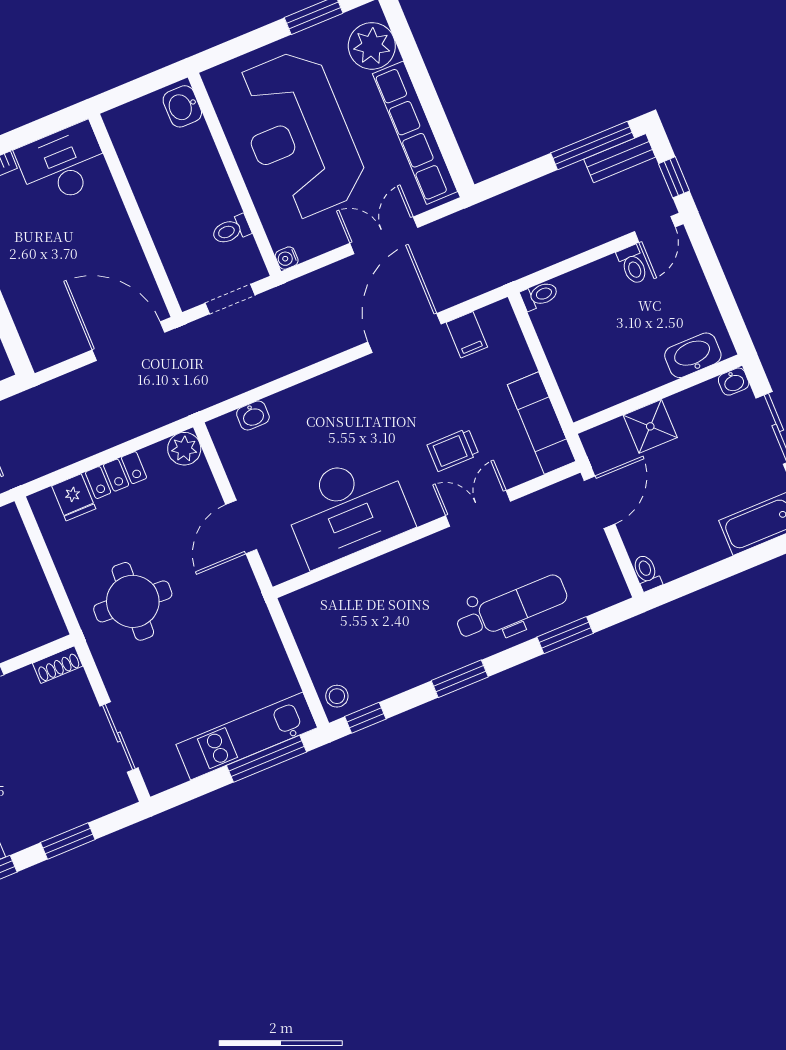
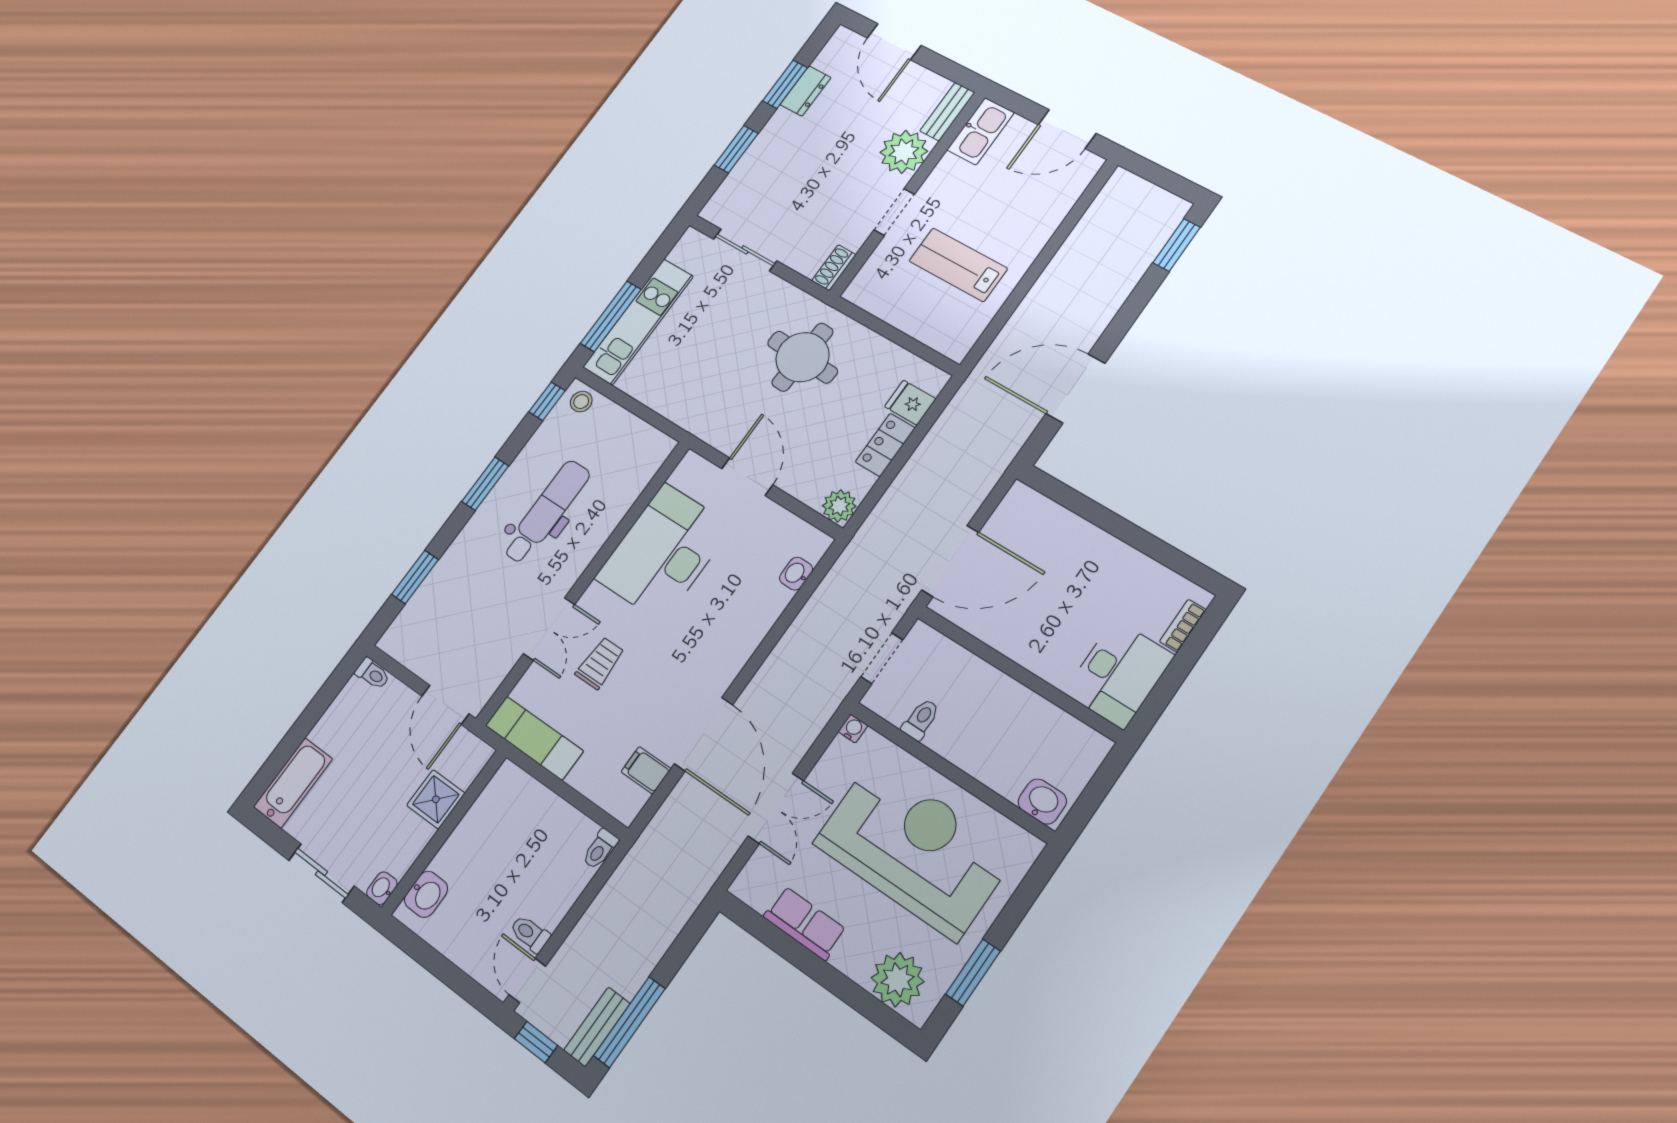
row of seats: (415, 133) -> (805, 923), width x0.50
washbasin: (693, 355) -> (426, 894), width x0.72
dental chair: (512, 608) -> (546, 512), moved, turned 180

